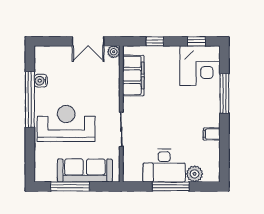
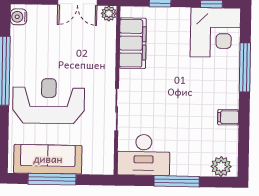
water cooler: (41, 81) -> (19, 17), moved
desk: (164, 166) -> (144, 155), moved
sofa: (85, 170) -> (48, 159), moved
plant: (195, 174) -> (221, 166), moved

